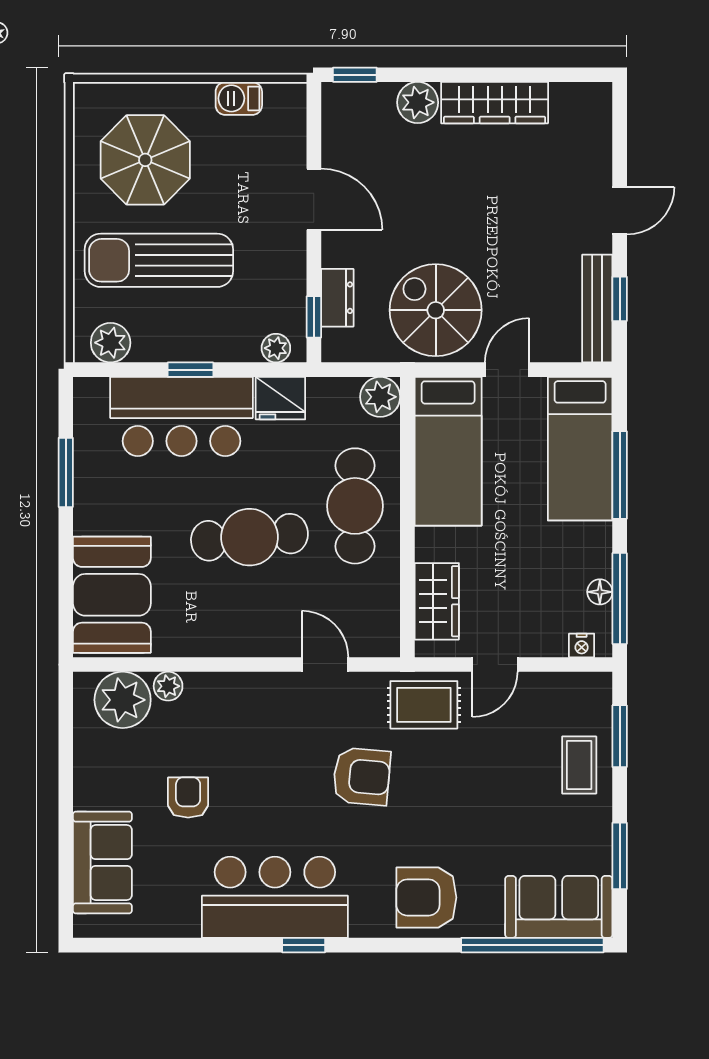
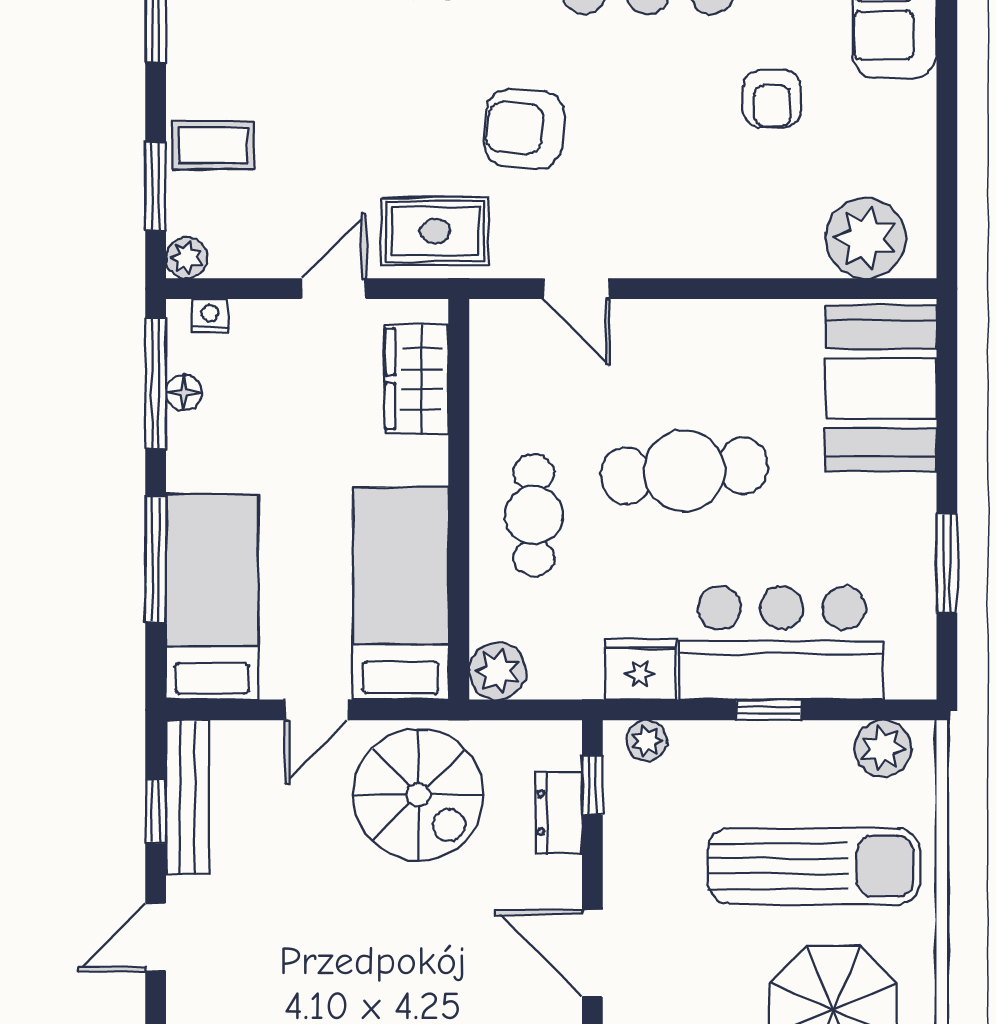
cafe table: (355, 506) -> (534, 515), width x0.73, depth x0.74
plant: (168, 686) -> (187, 258), moved
coffee table: (579, 765) -> (213, 145), turned 90

